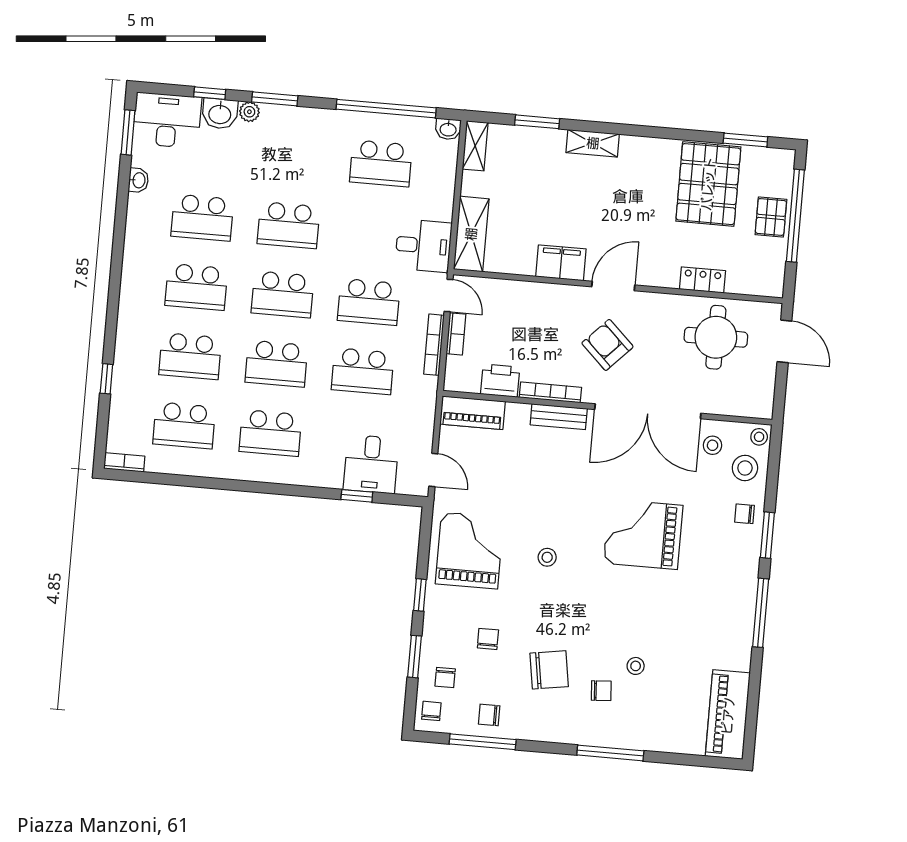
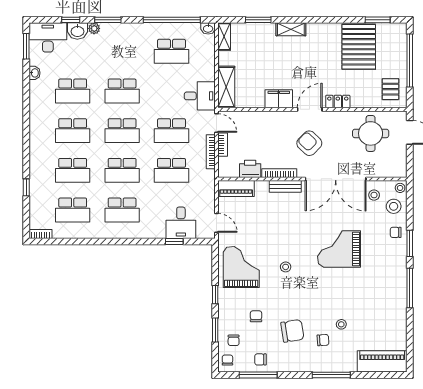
pallet: (771, 217) -> (390, 89), moved
locker: (702, 280) -> (338, 102), moved
piano: (728, 715) -> (382, 361), moved, turned 90

